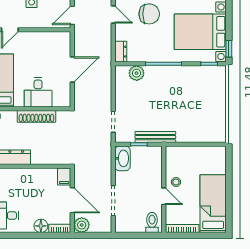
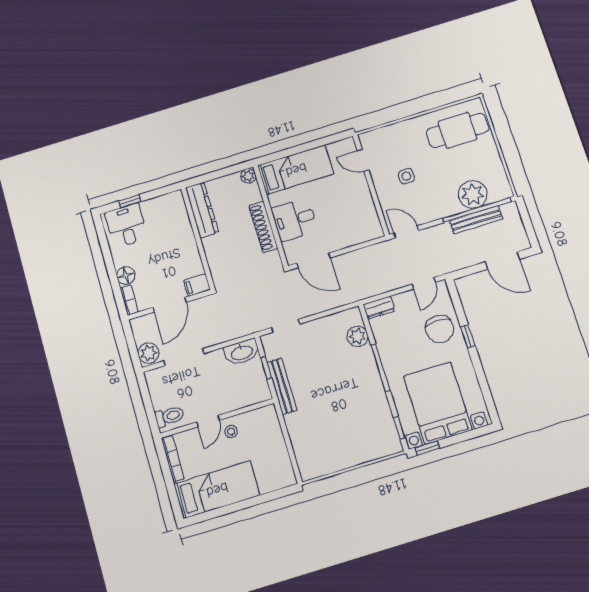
door: (72, 70) -> (313, 260), moved
plant: (82, 225) -> (149, 353), moved

